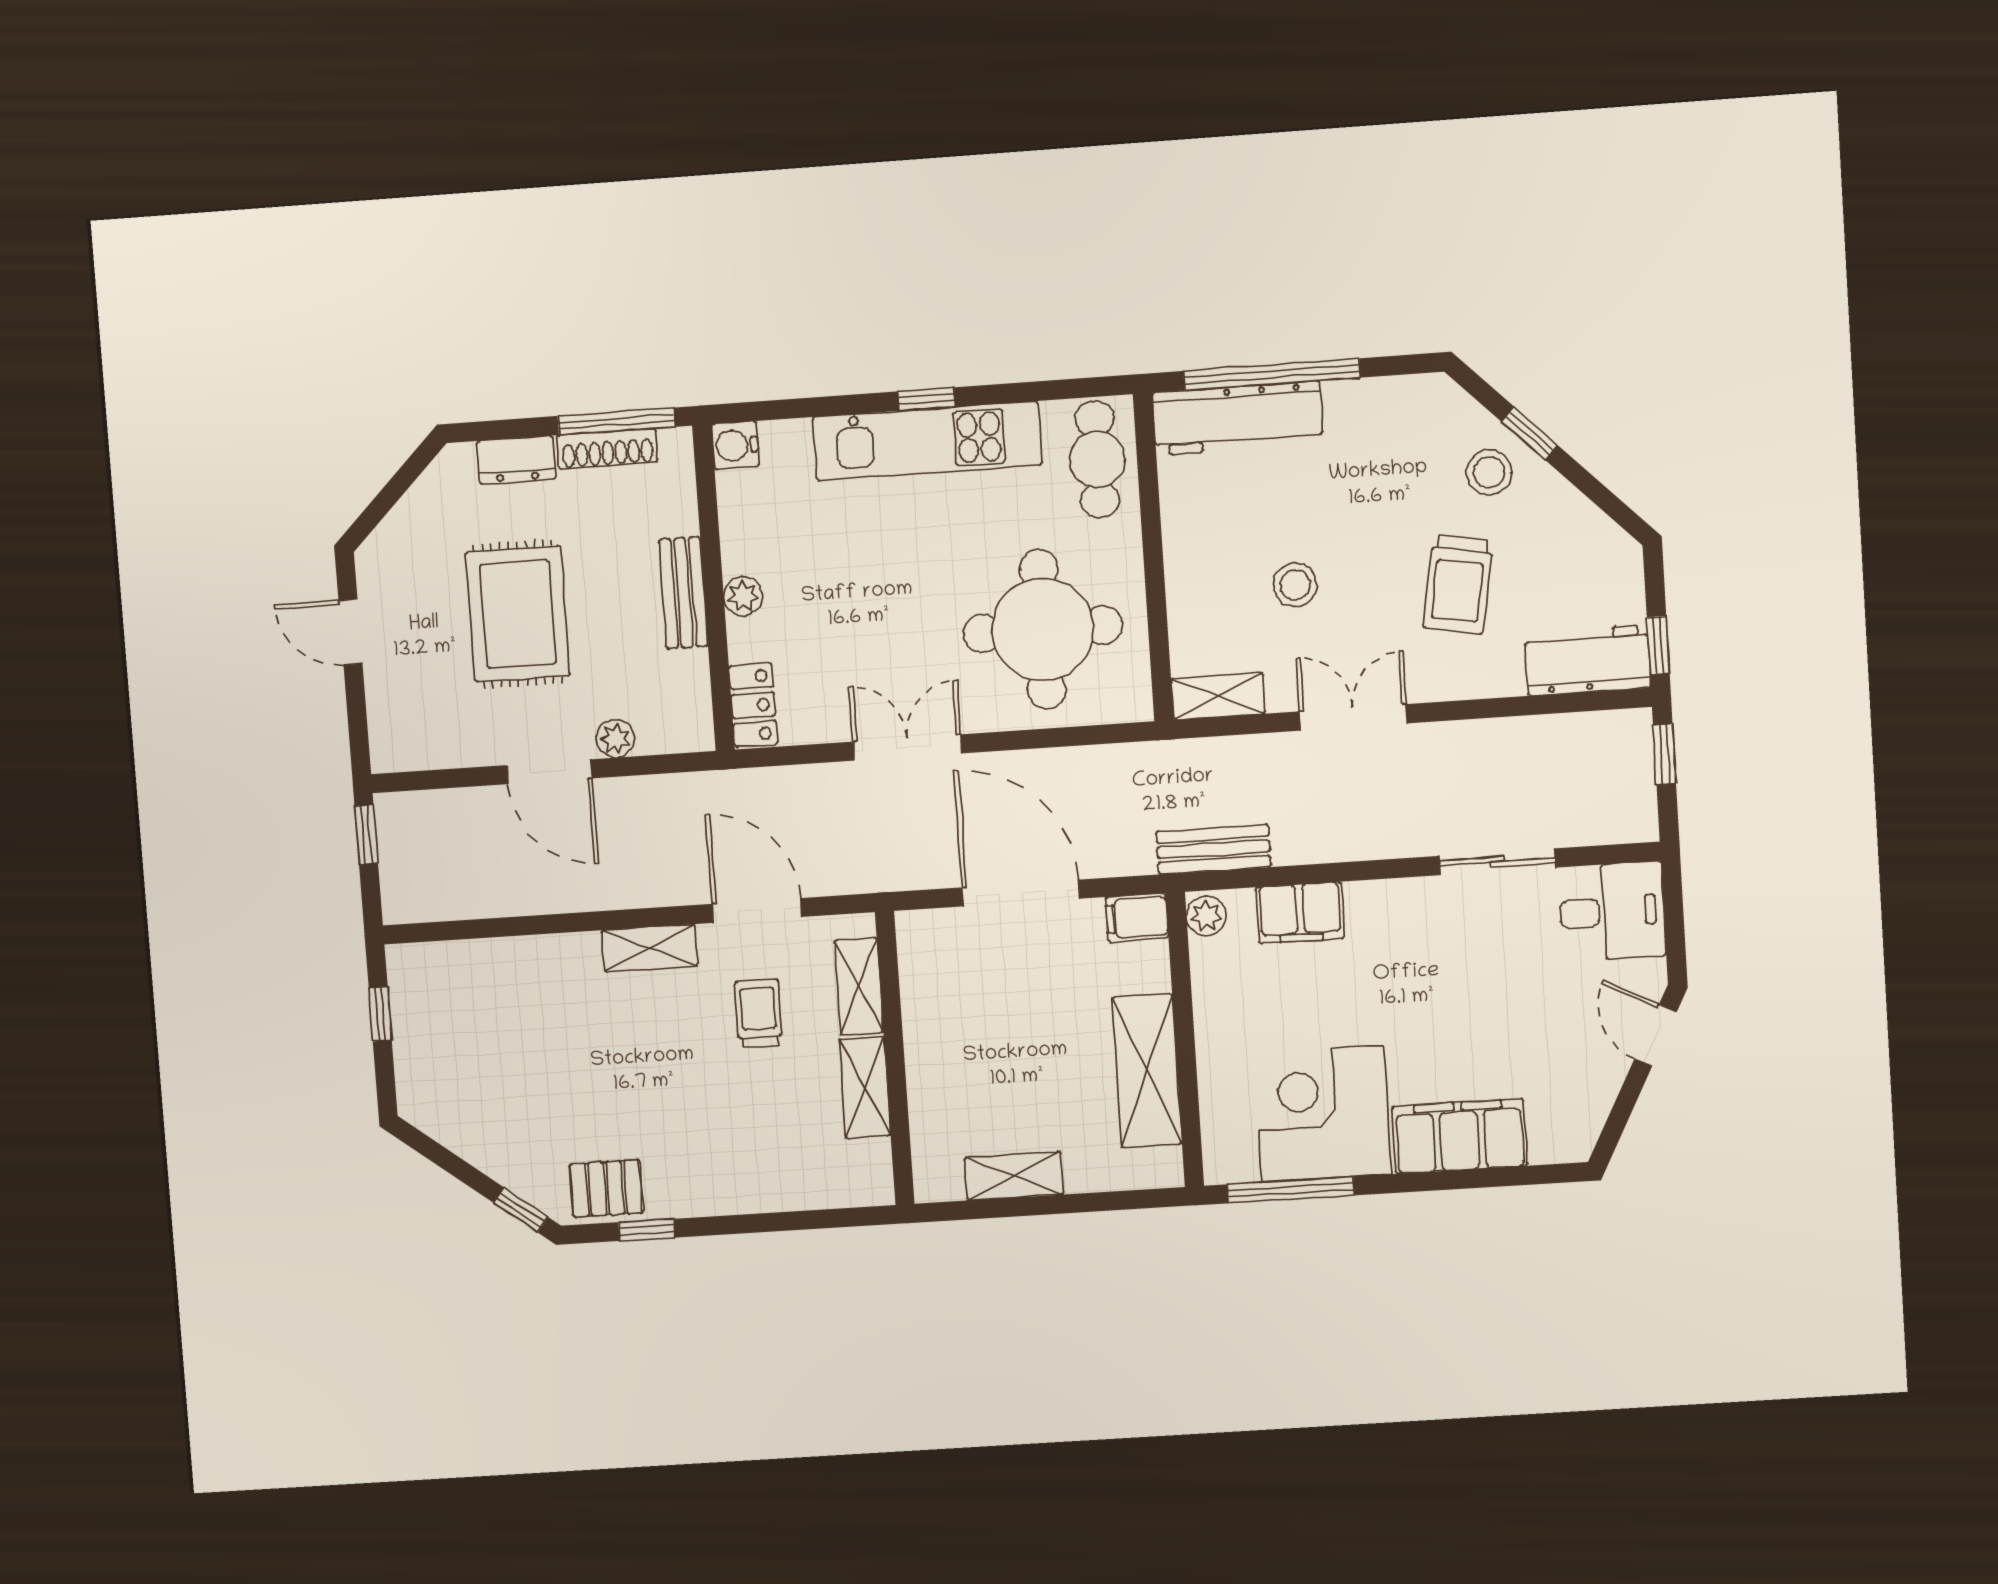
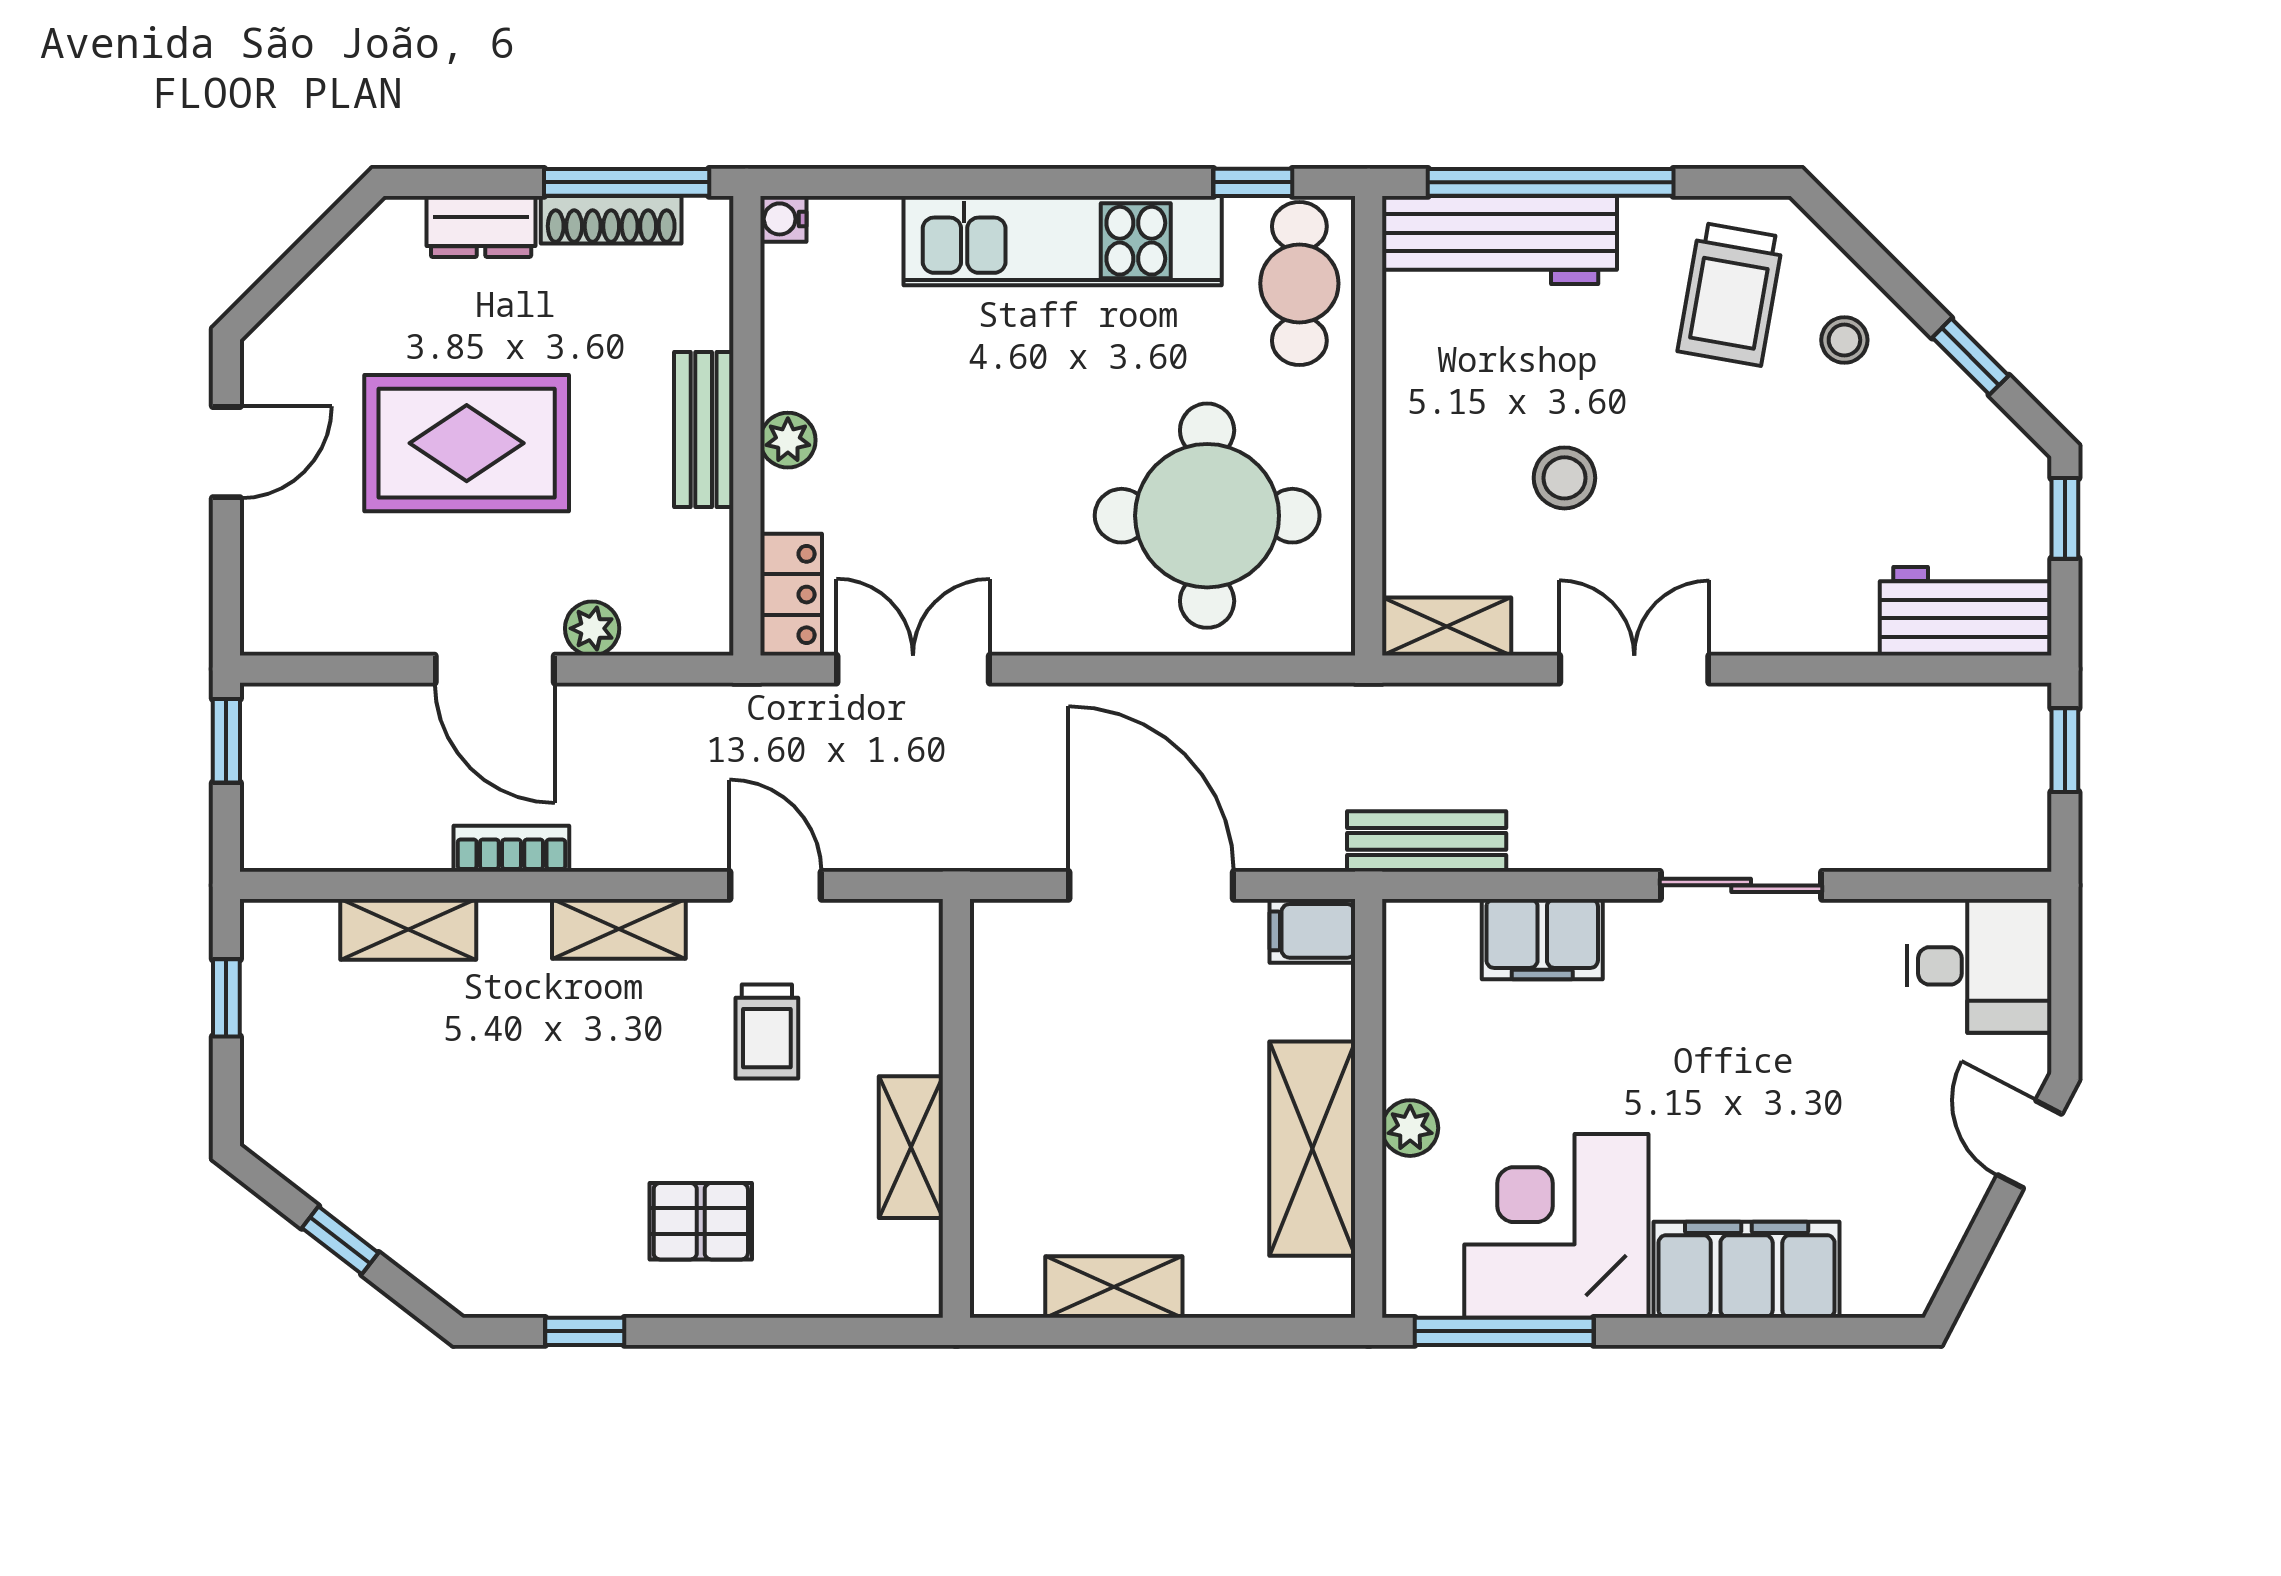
window: (926, 399) -> (1253, 182), moved
window: (1530, 433) -> (1970, 357), moved
water cooler: (735, 445) -> (783, 219), width x0.72, depth x0.72
stool: (1489, 472) -> (1844, 340), width x0.73, depth x0.73
trolley: (1458, 584) -> (1731, 294), moved
rug: (518, 614) -> (467, 443), turned 90
door: (350, 632) -> (226, 452), swing flipped
window: (1658, 645) -> (2065, 518), moved
double door: (907, 748) -> (913, 669), moved
sliding door: (1498, 862) -> (1741, 885), moved
bookcase: (571, 897) -> (511, 849), added
door: (757, 910) -> (775, 885), width x0.73
plant: (1206, 916) -> (1410, 1128), moved
shelving: (859, 986) -> (408, 929), moved, turned 90
trolley: (758, 1013) -> (767, 1032), turned 180
pallet: (606, 1188) -> (701, 1221), moved
window: (521, 1210) -> (340, 1240), moved

